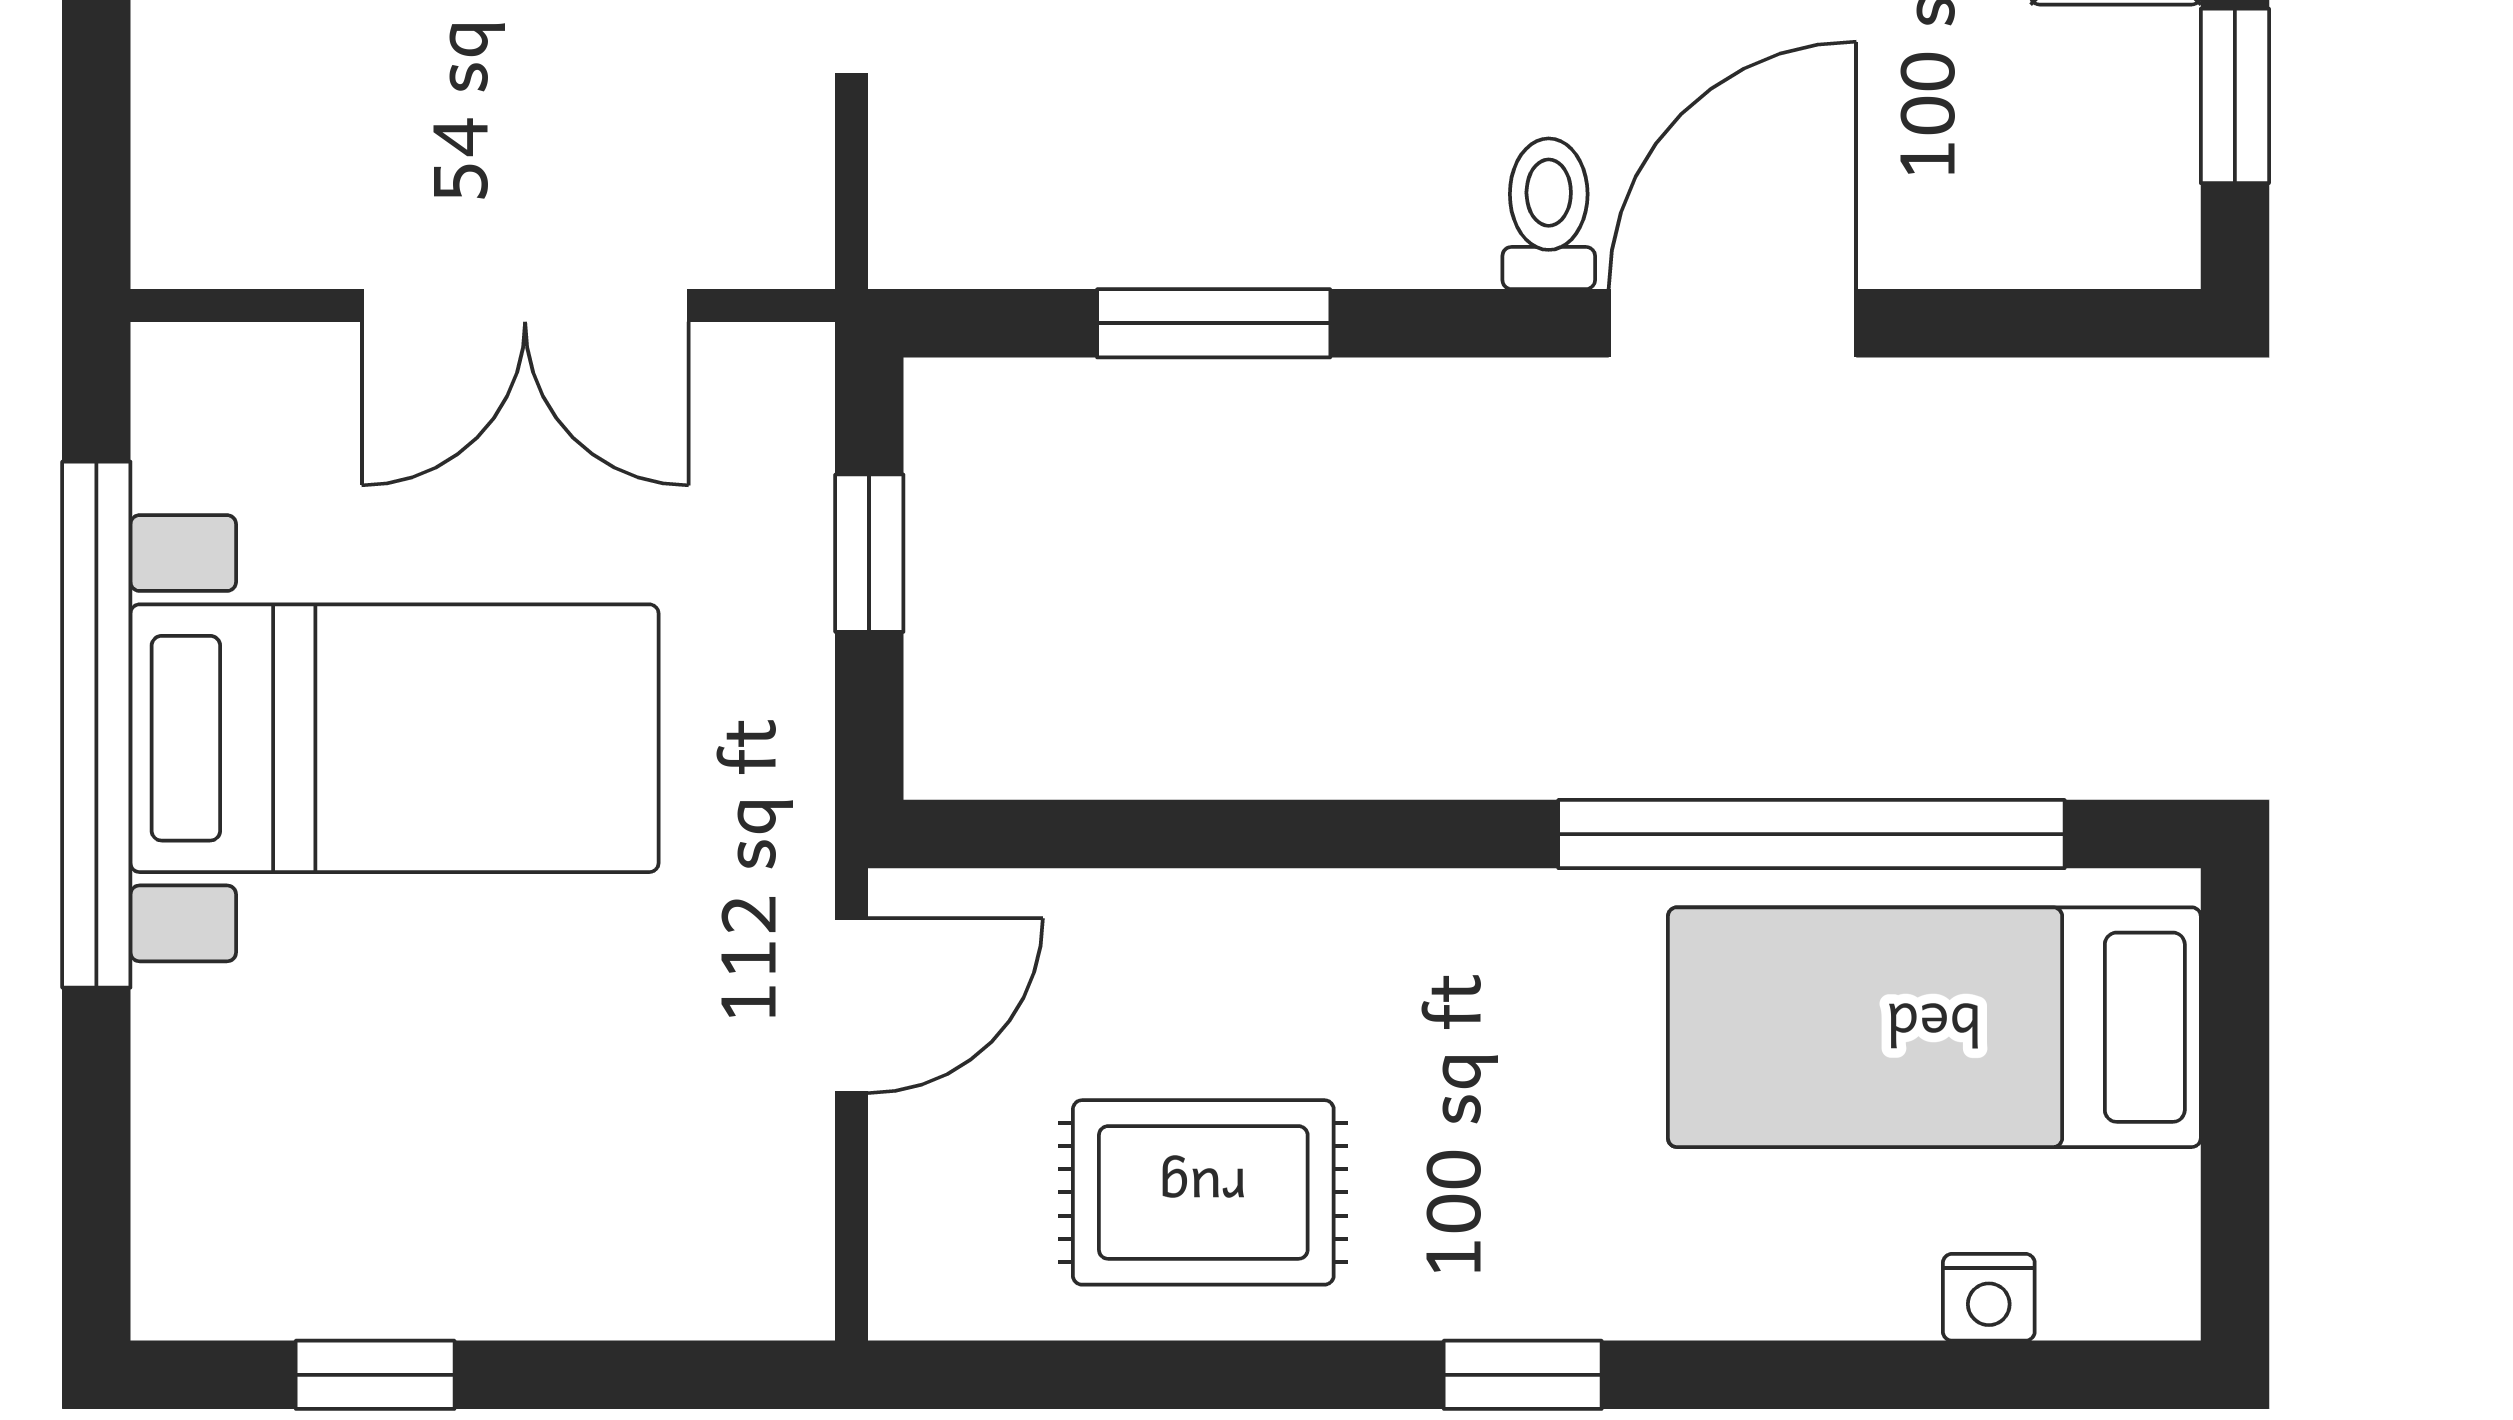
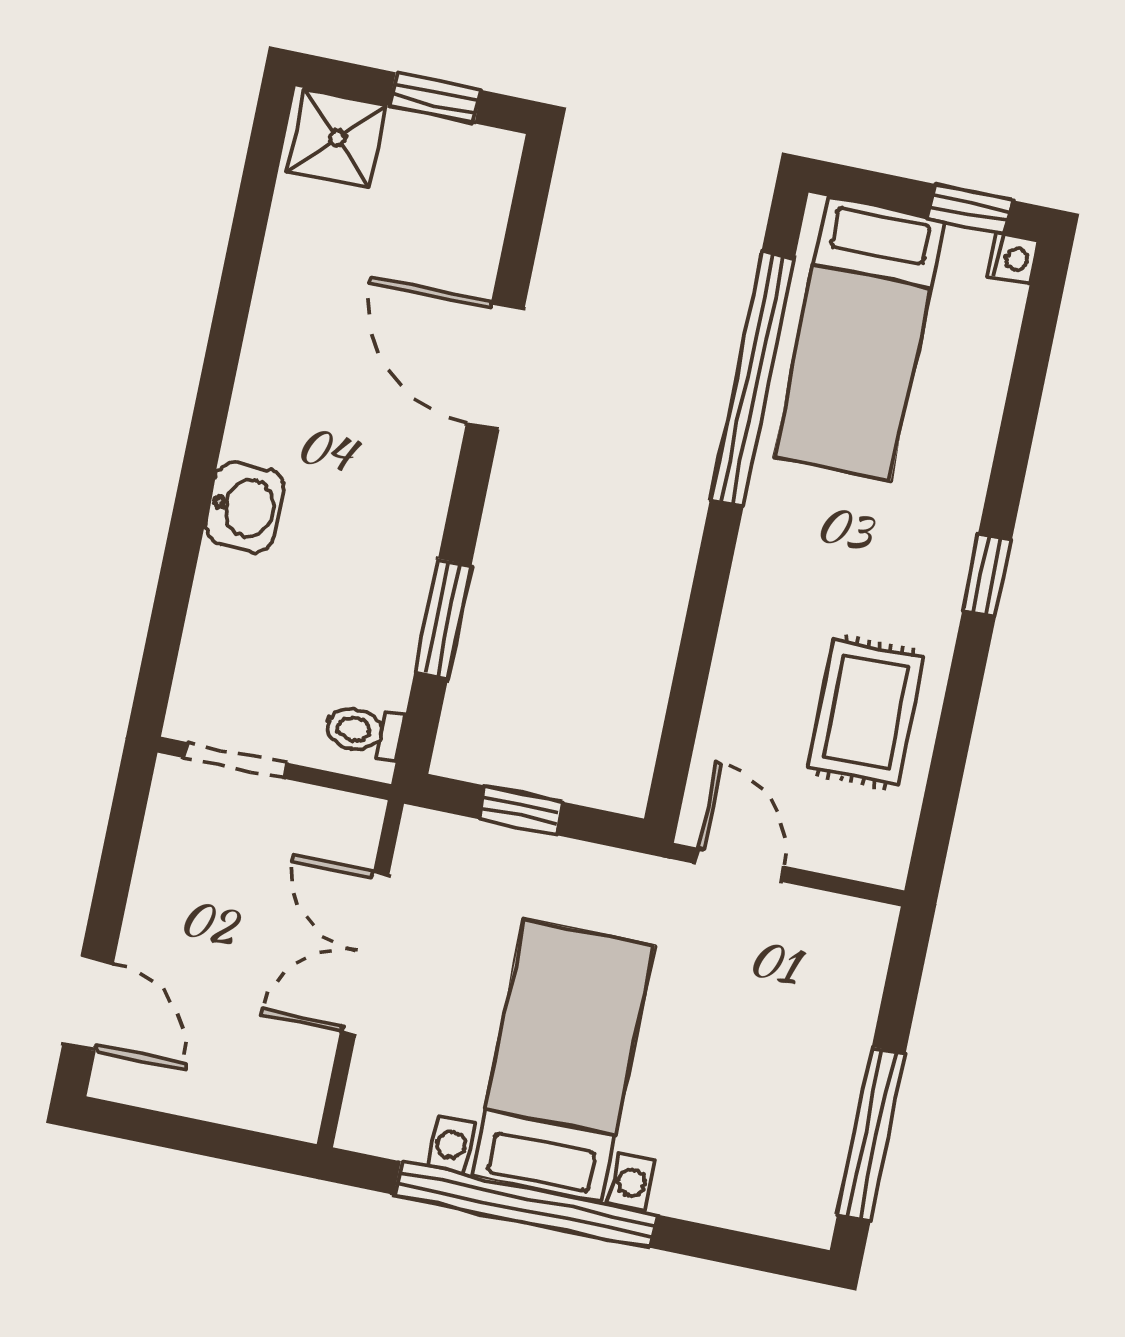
toilet: (1549, 214) -> (364, 731), moved
double door: (525, 306) -> (365, 953), swing flipped
window: (2235, 1191) -> (969, 208), added
nightstand: (1989, 1297) -> (1013, 258), moved
window: (375, 1375) -> (871, 1134), width x2.17

